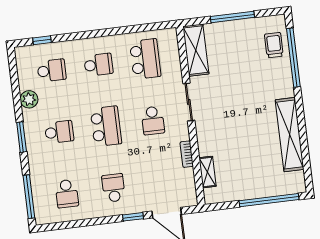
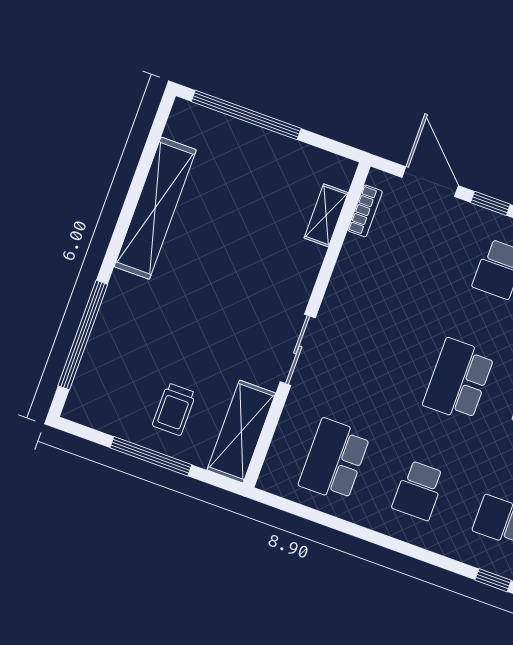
trolley: (274, 45) -> (174, 409), moved
school desk: (98, 65) -> (419, 490), turned -90
school desk: (153, 121) -> (374, 349), removed
bookcase: (187, 154) -> (365, 211), moved

